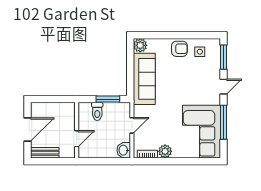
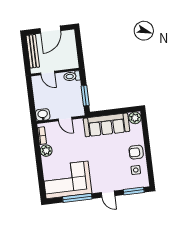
armchair: (179, 49) -> (136, 152), turned 90
toilet: (97, 111) -> (72, 76), moved
door: (28, 130) -> (50, 30), hinge flipped
bench: (45, 153) -> (33, 51), width x1.36

